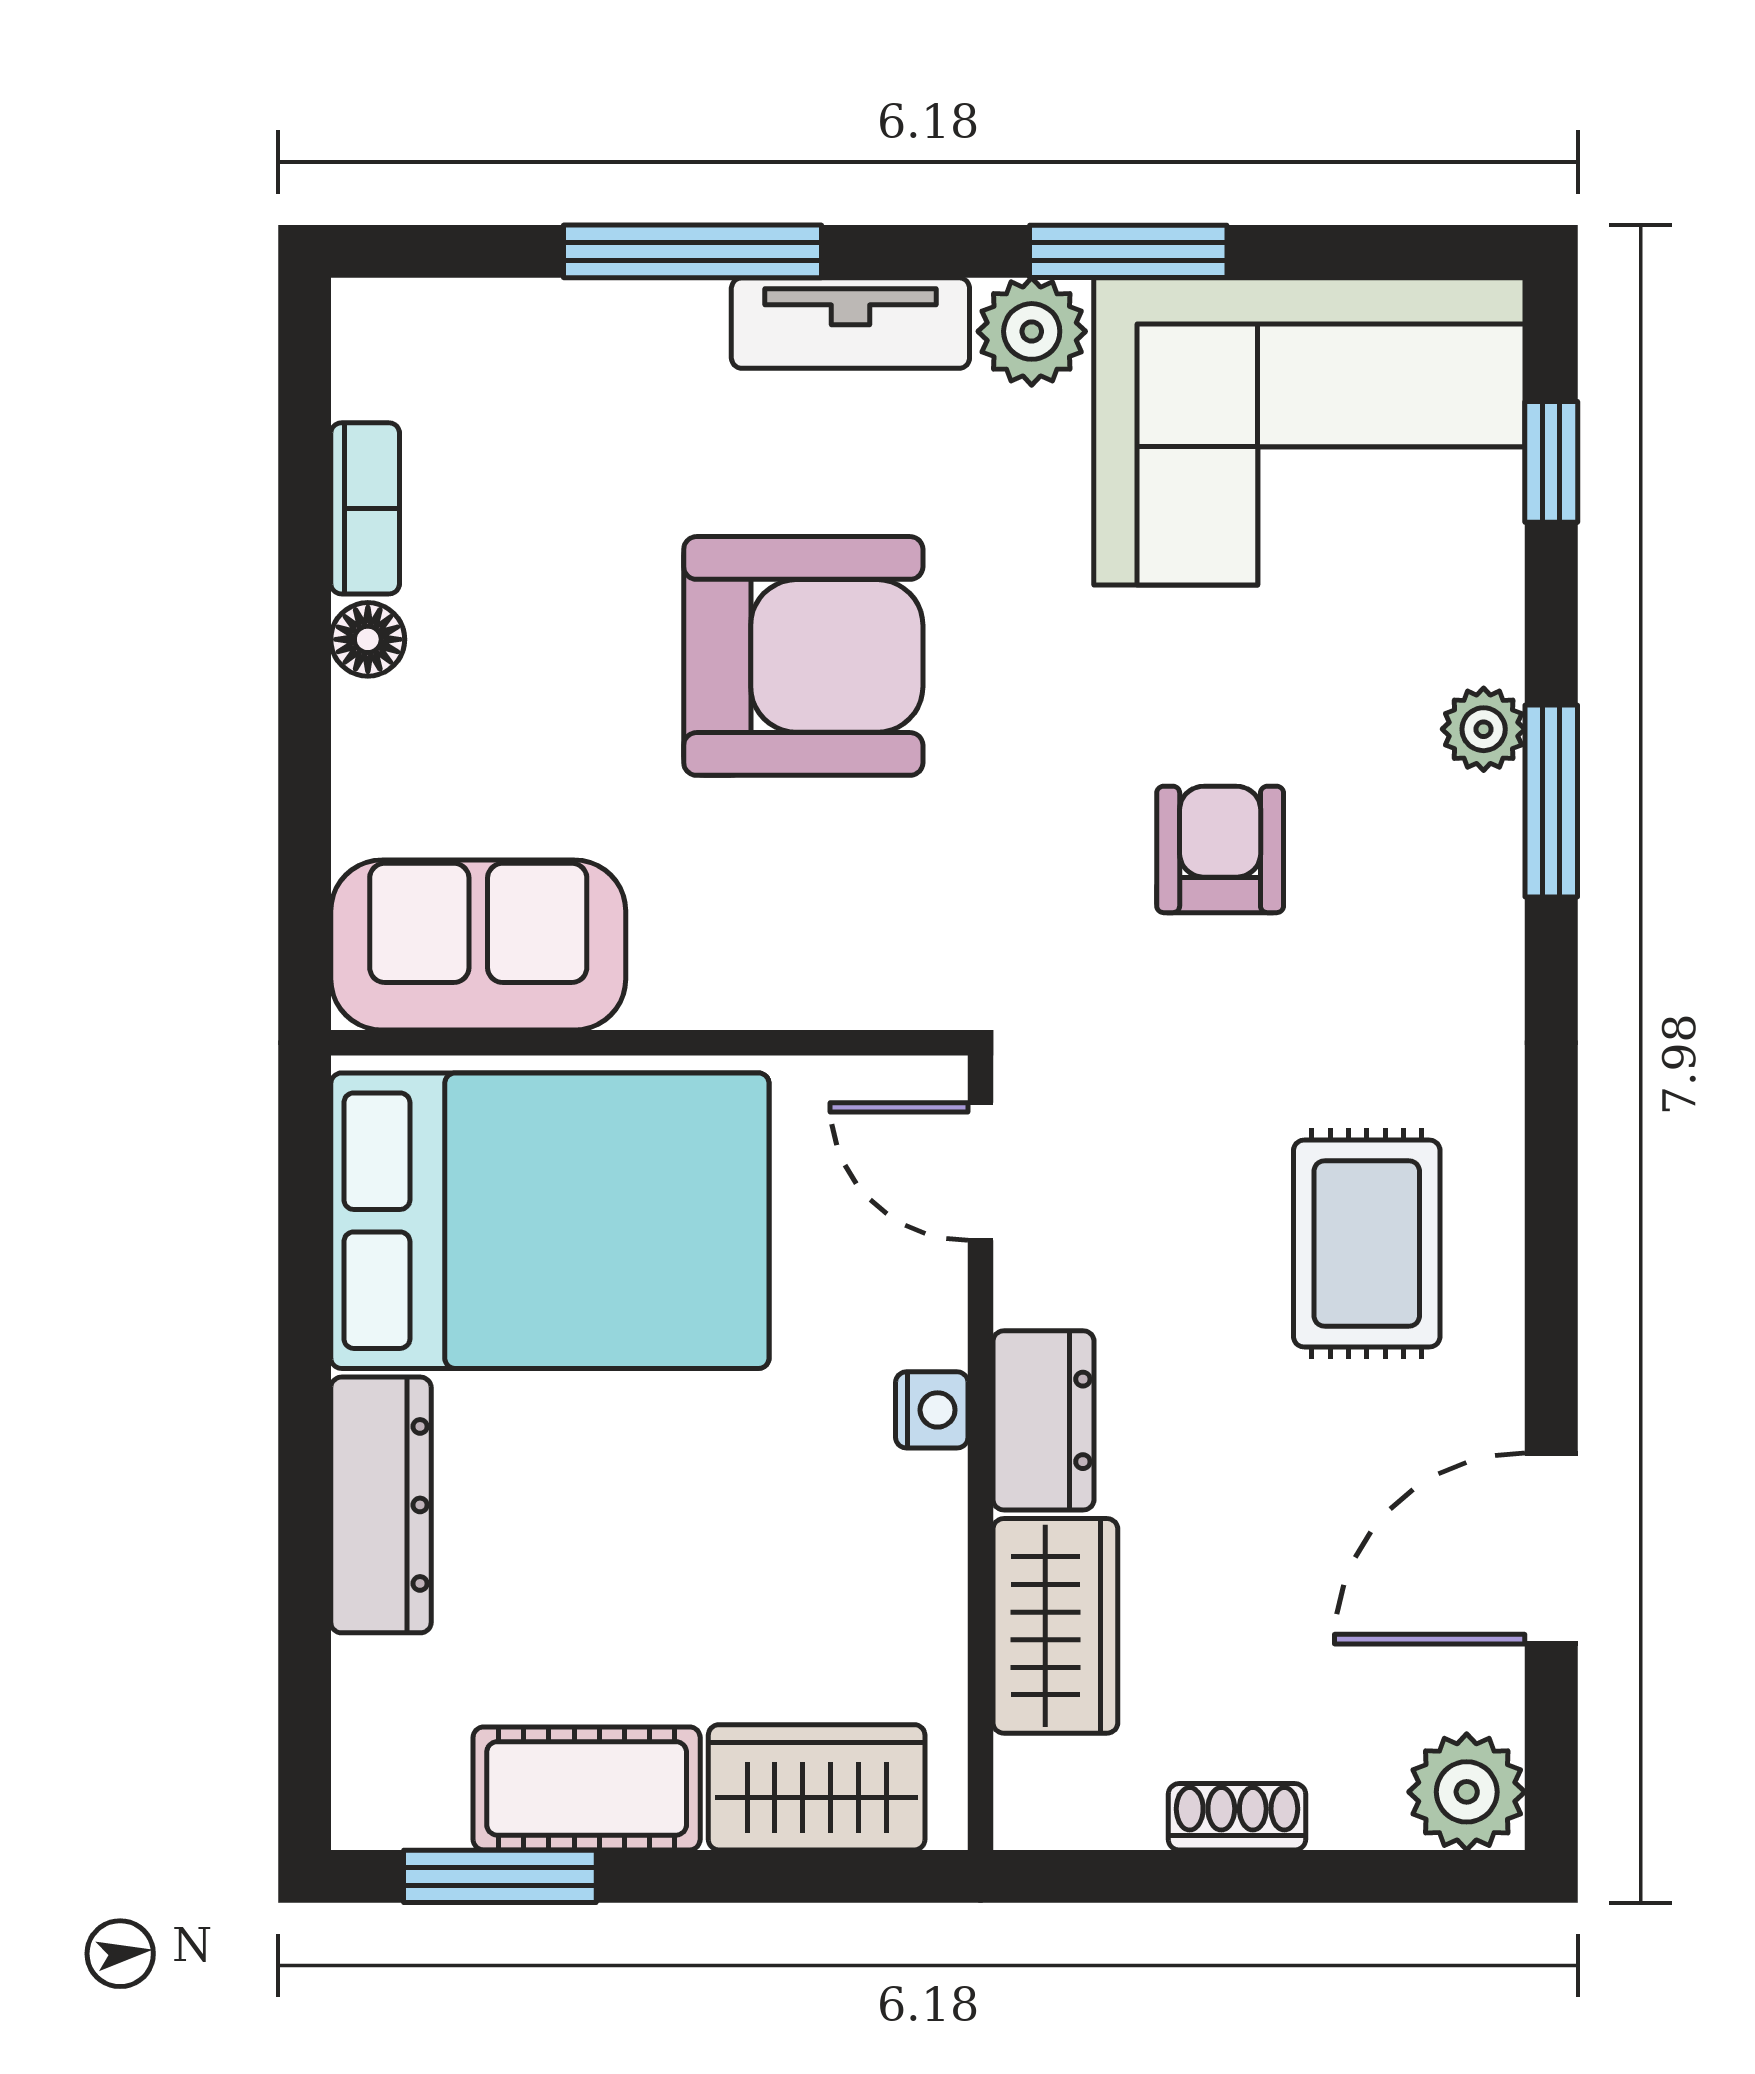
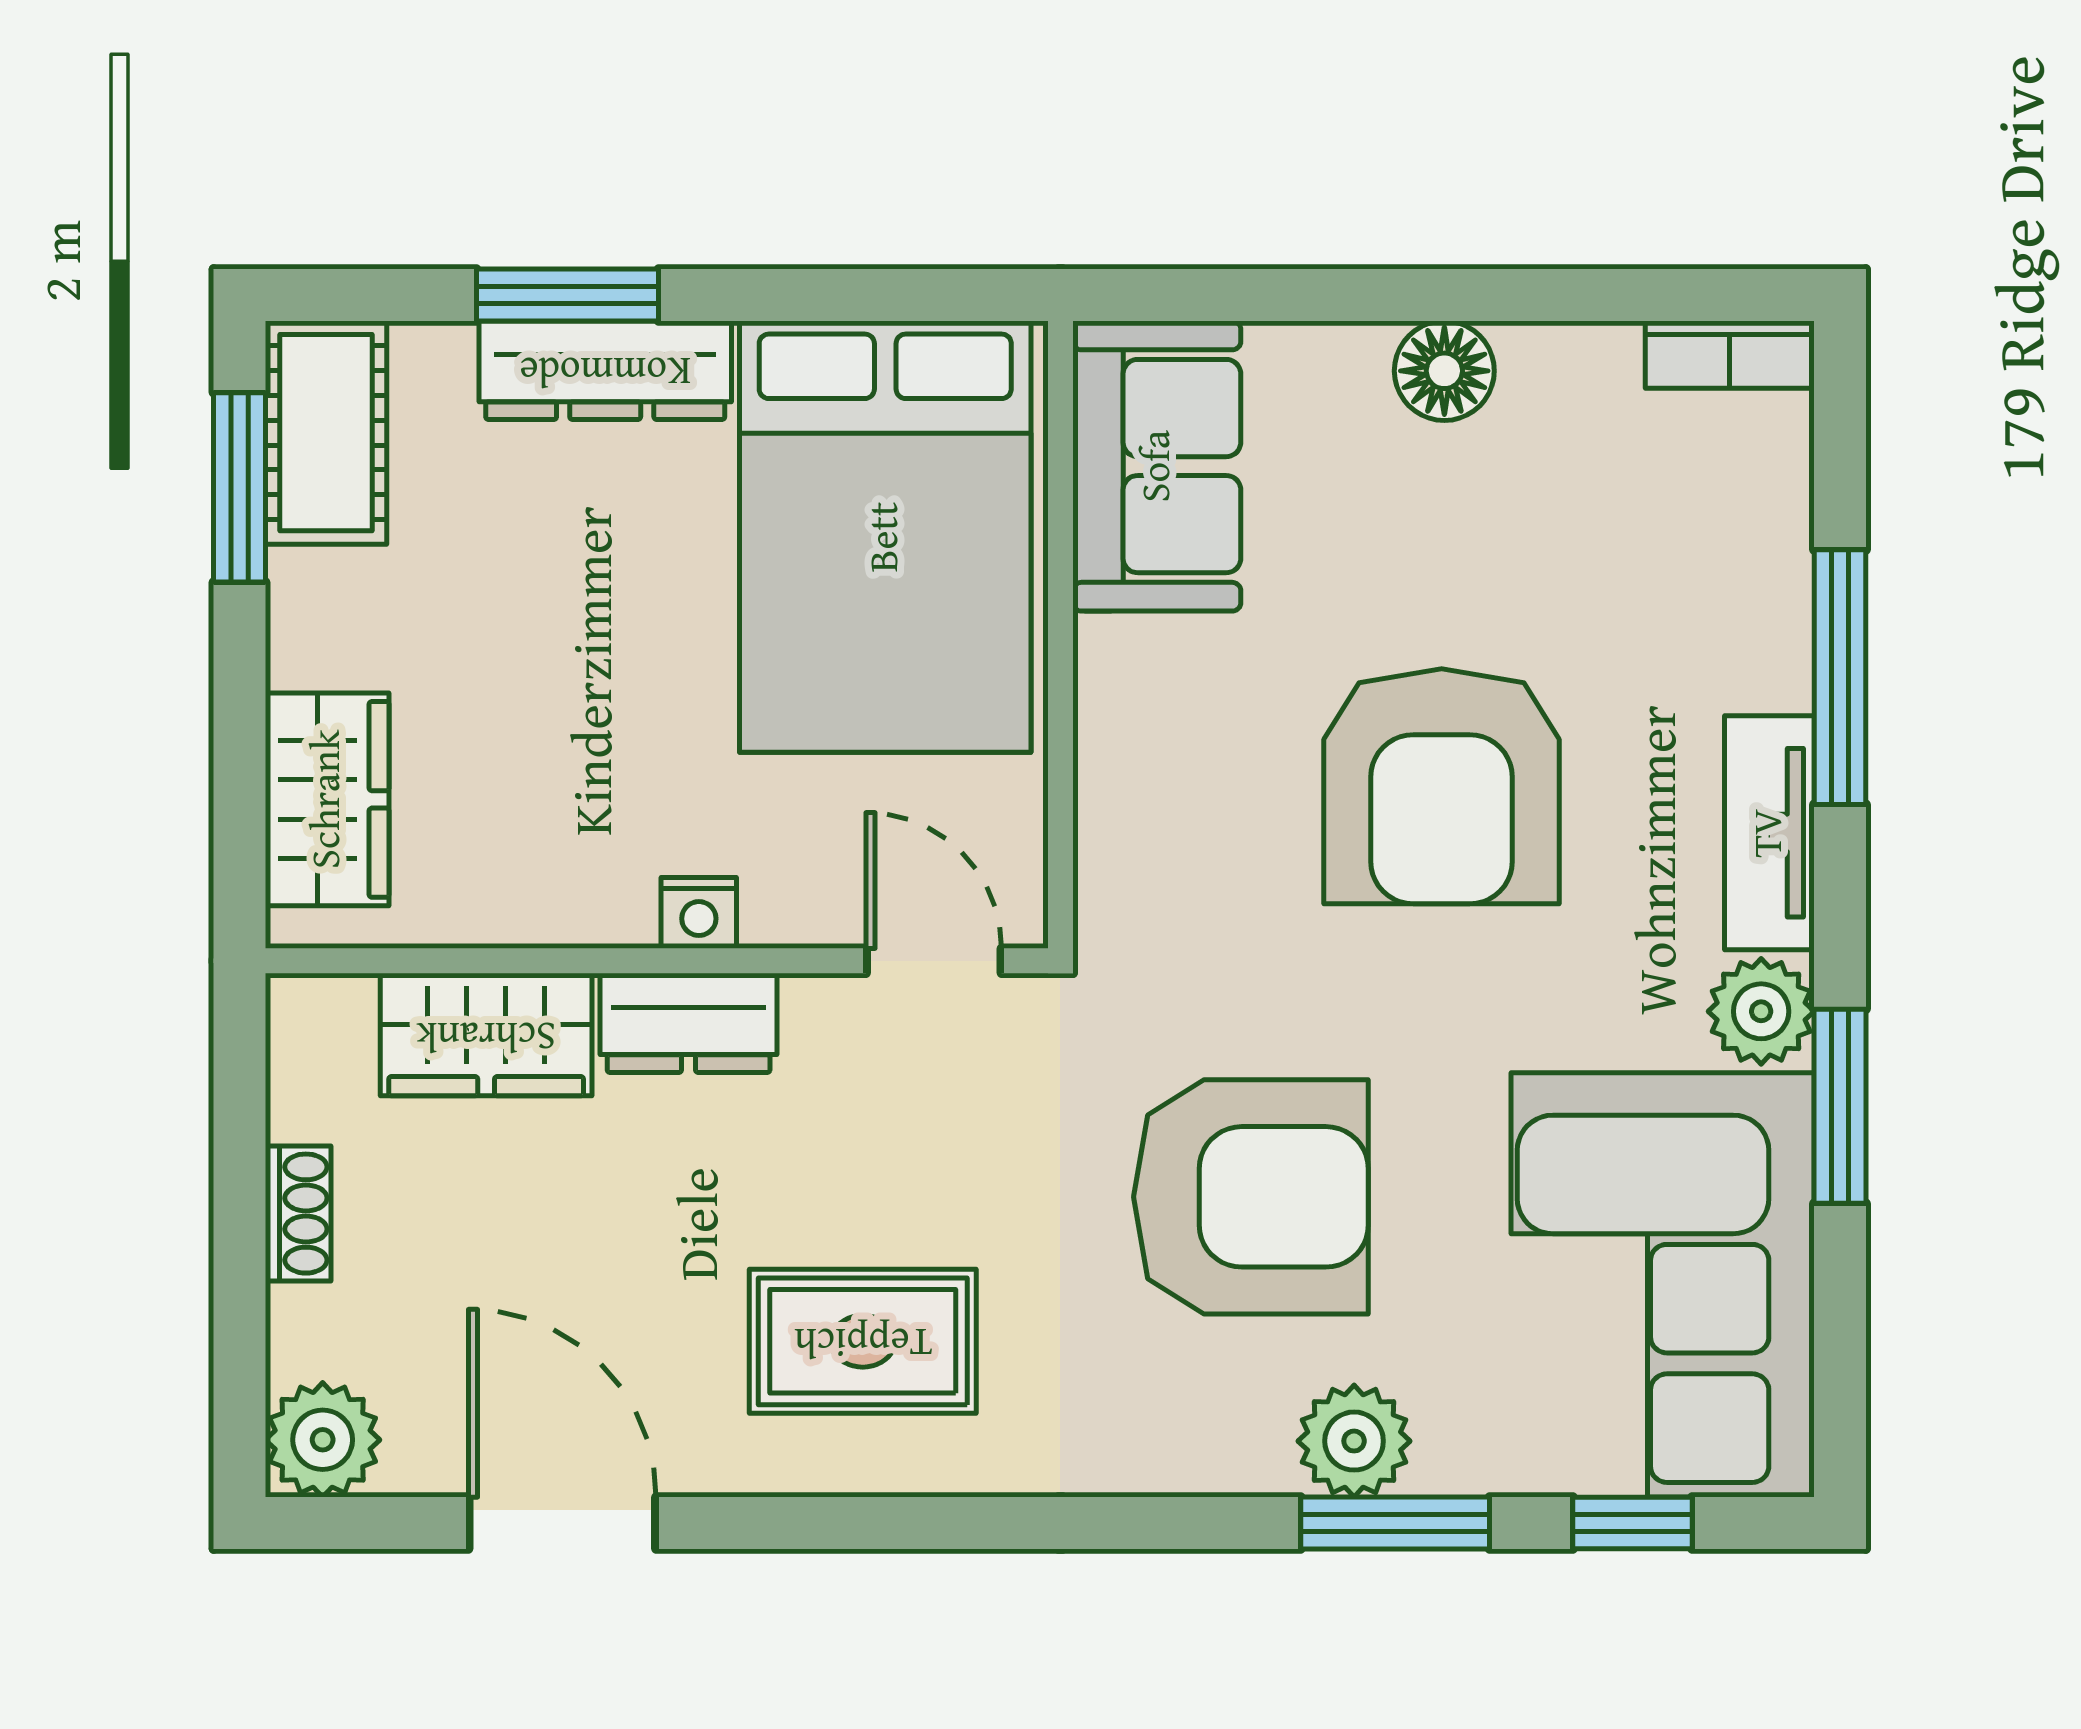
bookcase: (365, 508) -> (1730, 355), moved
floor lamp: (368, 639) -> (1444, 371), width x1.37, depth x1.37
plant: (1484, 729) -> (1354, 1441), width x1.38, depth x1.38
window: (1551, 801) -> (1395, 1523), moved
armchair: (1220, 849) -> (1251, 1197), width x1.88, depth x1.88
door: (980, 1171) -> (934, 961), hinge flipped
window: (305, 1543) -> (568, 295), added
cot: (587, 1788) -> (326, 433), moved

